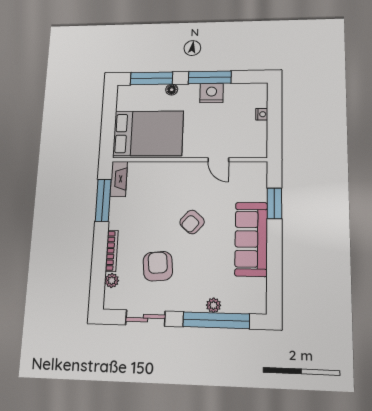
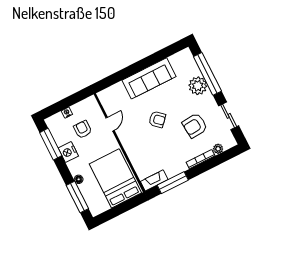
window: (210, 77) -> (51, 144), moved
armchair: (230, 123) -> (83, 129), added
window: (274, 203) -> (120, 76), removed
plant: (214, 305) -> (198, 86), width x1.88, depth x1.88

